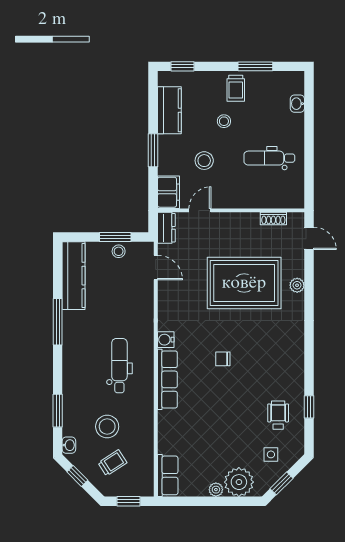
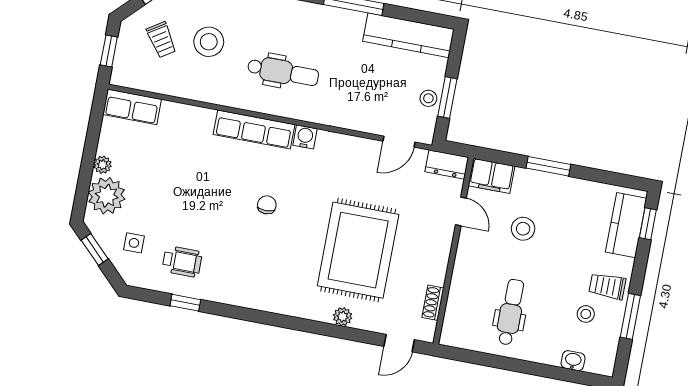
kitchen counter: (169, 110) -> (626, 225), moved, turned 90
stool: (224, 121) -> (586, 314), moved

